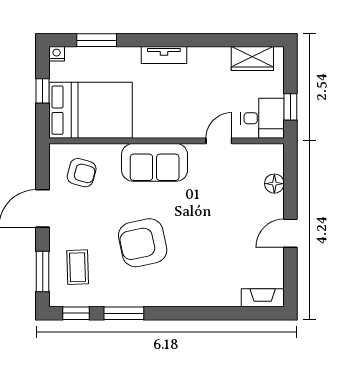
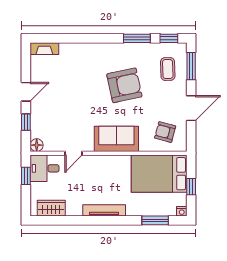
tv unit: (164, 55) -> (104, 210), width x1.41
floor lamp: (274, 184) -> (37, 145), moved
window: (290, 188) -> (26, 122), added

